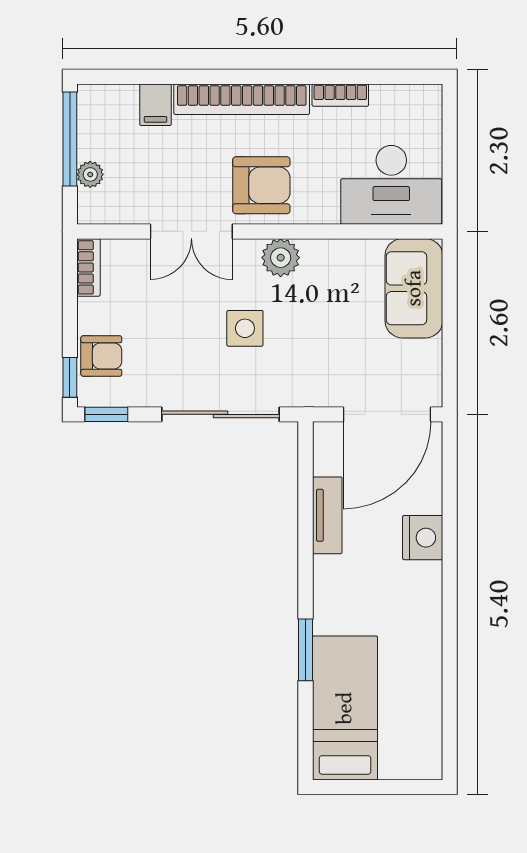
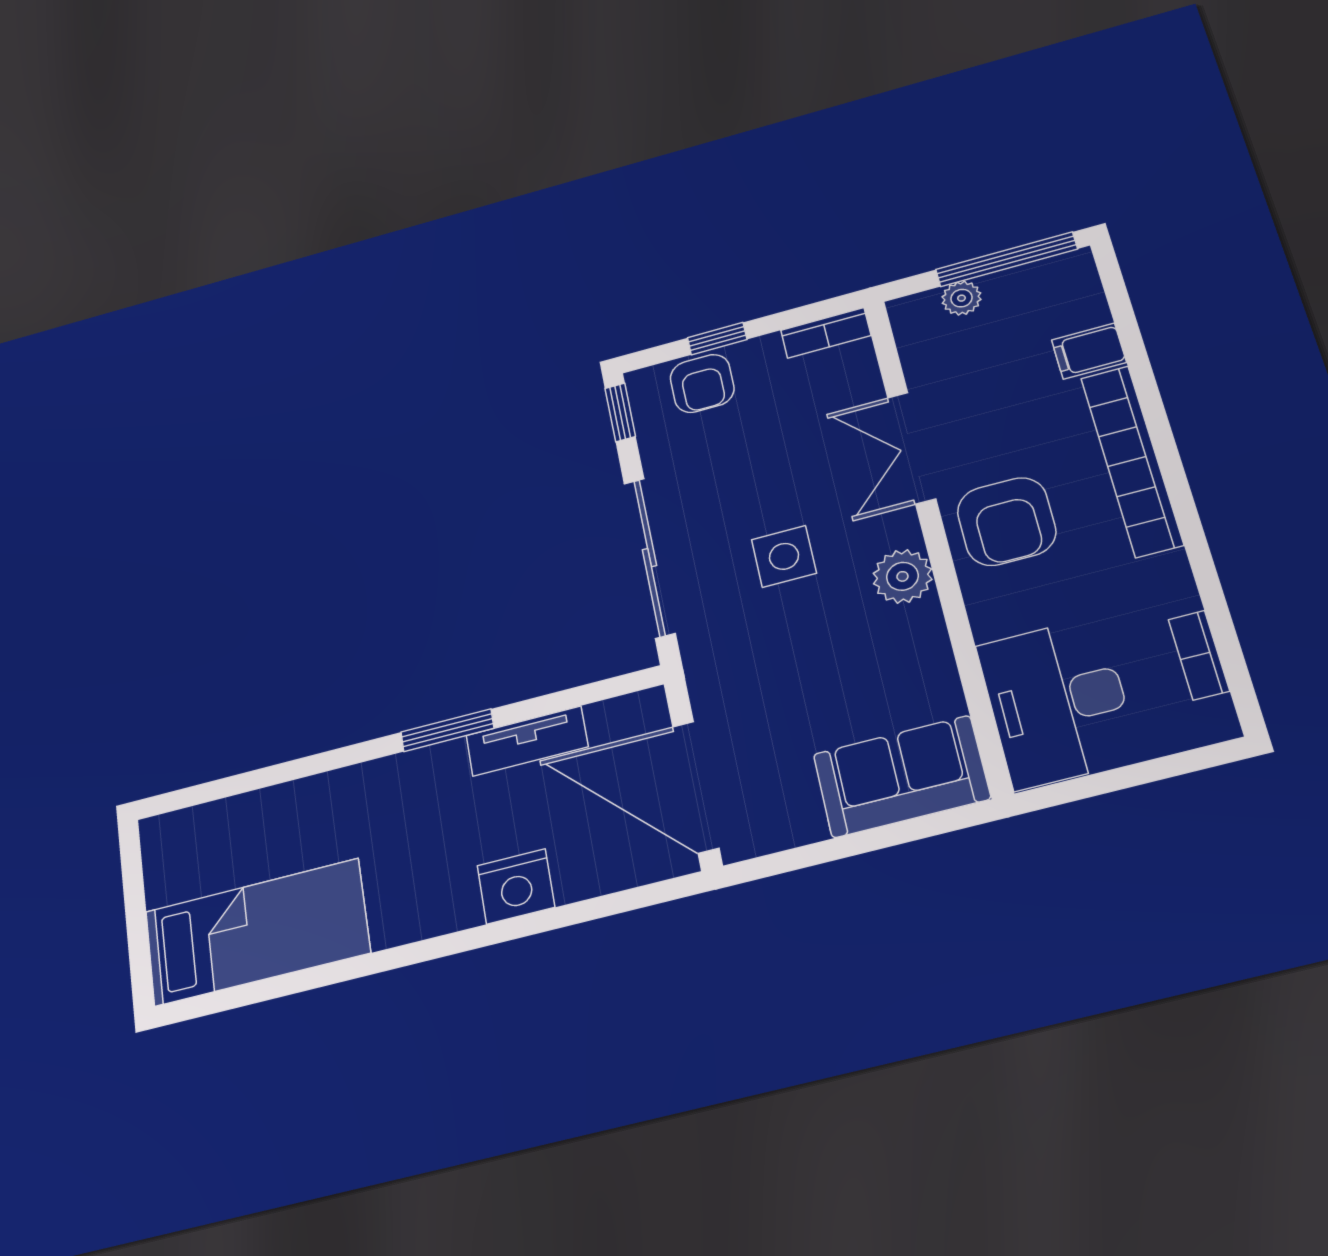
bookcase: (340, 95) -> (1199, 655), moved
window: (70, 377) -> (717, 339), moved
window: (306, 650) -> (447, 730), moved
bed: (345, 708) -> (257, 932), moved

